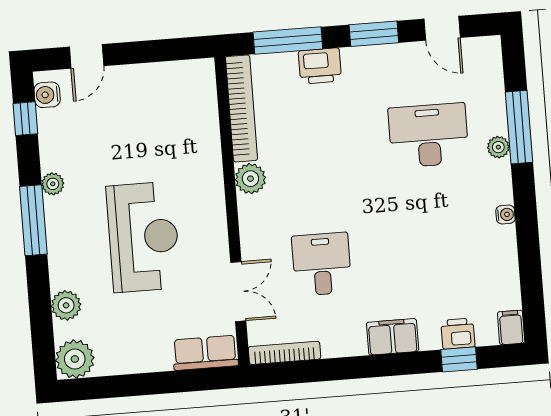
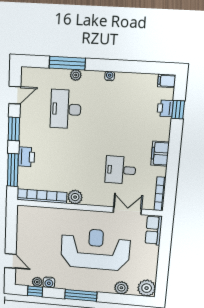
water cooler: (47, 95) -> (49, 282), moved
plant: (53, 184) -> (37, 282), moved
reception desk: (143, 237) -> (95, 249), width x1.36, depth x1.30
filing cabinet: (393, 337) -> (160, 154), moved

